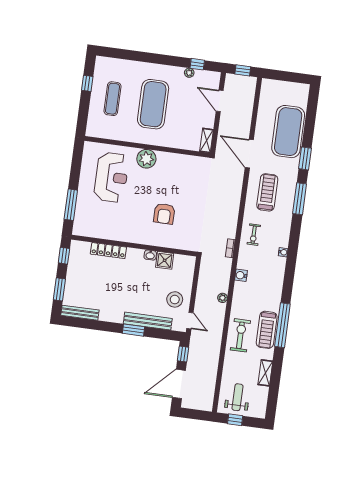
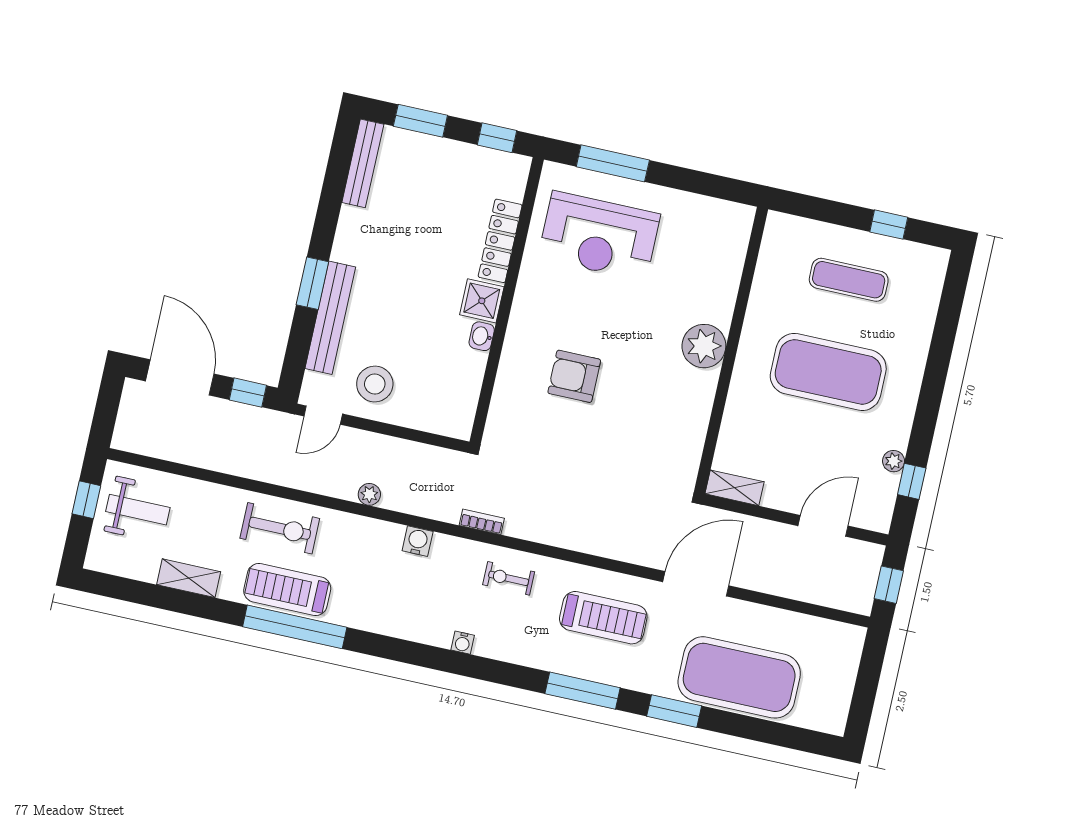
reception desk: (111, 177) -> (599, 236), moved
shower: (165, 260) -> (482, 301), moved

